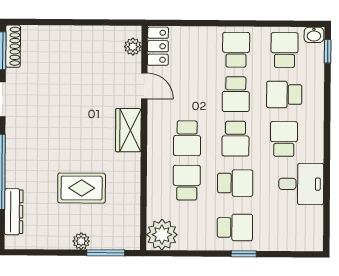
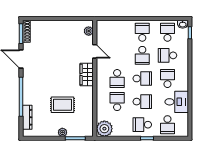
locker: (158, 46) -> (102, 31), removed
school desk: (235, 139) -> (142, 78), turned -90
school desk: (235, 227) -> (142, 125), turned 180
school desk: (283, 228) -> (167, 125), added

